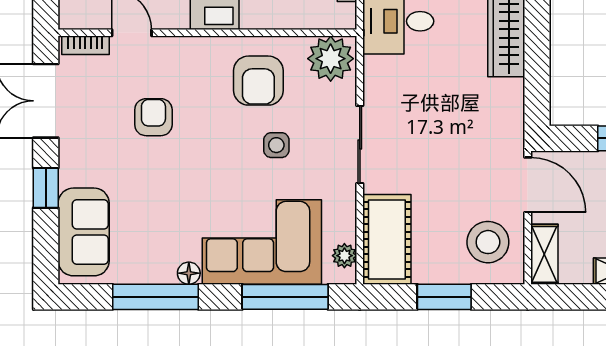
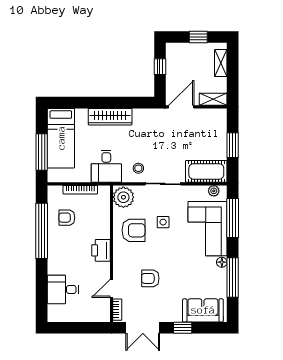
stool: (488, 242) -> (138, 168), moved, width x0.53, depth x0.53

